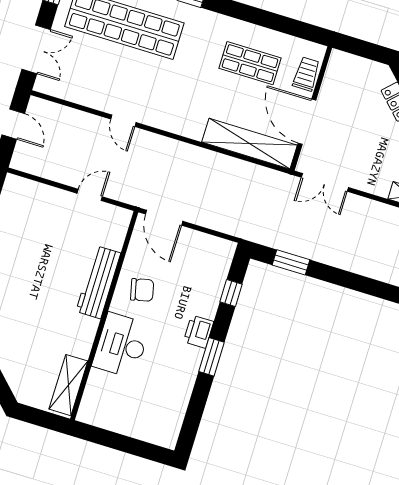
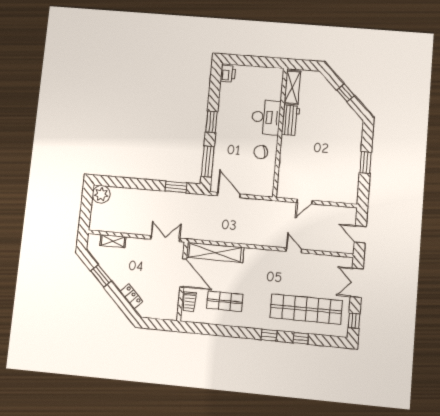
door: (164, 218) -> (229, 195), moved
workbench: (98, 282) -> (290, 120), moved, width x0.73
window: (231, 293) -> (208, 161), width x2.17
printer: (199, 332) -> (228, 74), moved

